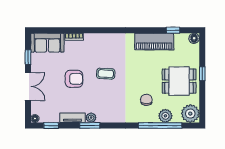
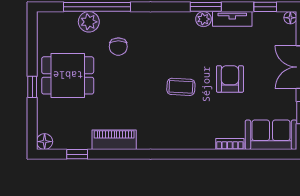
piano: (154, 42) -> (114, 140), width x0.73, depth x0.75
armchair: (74, 79) -> (230, 79), turned 90
plant: (190, 114) -> (50, 25), removed

